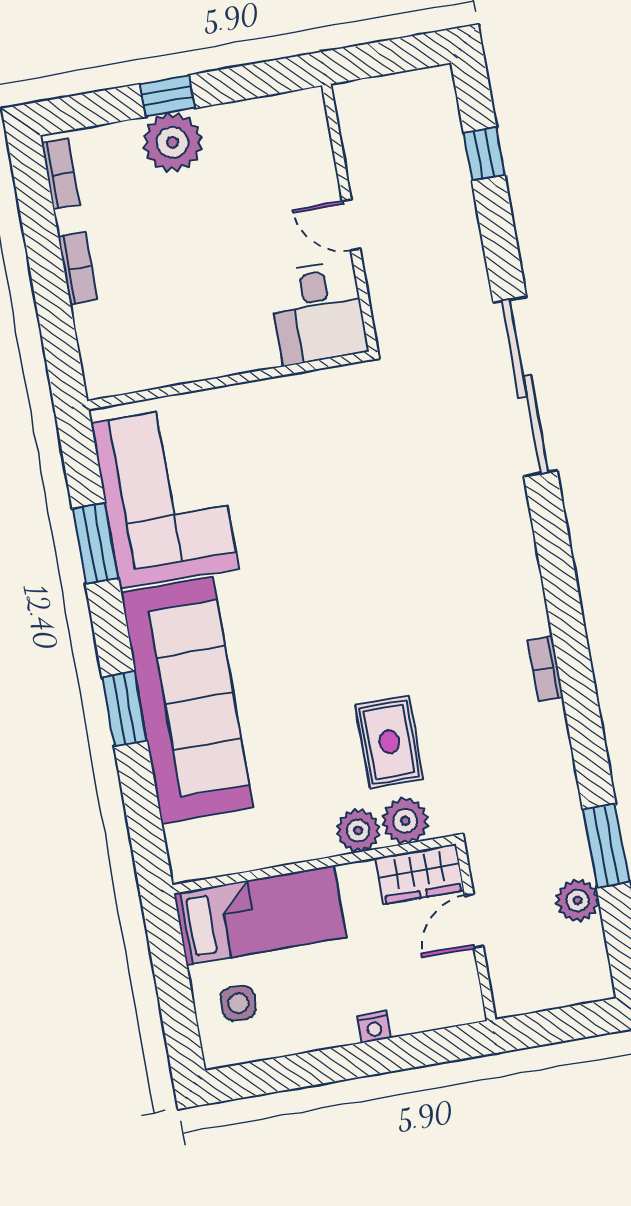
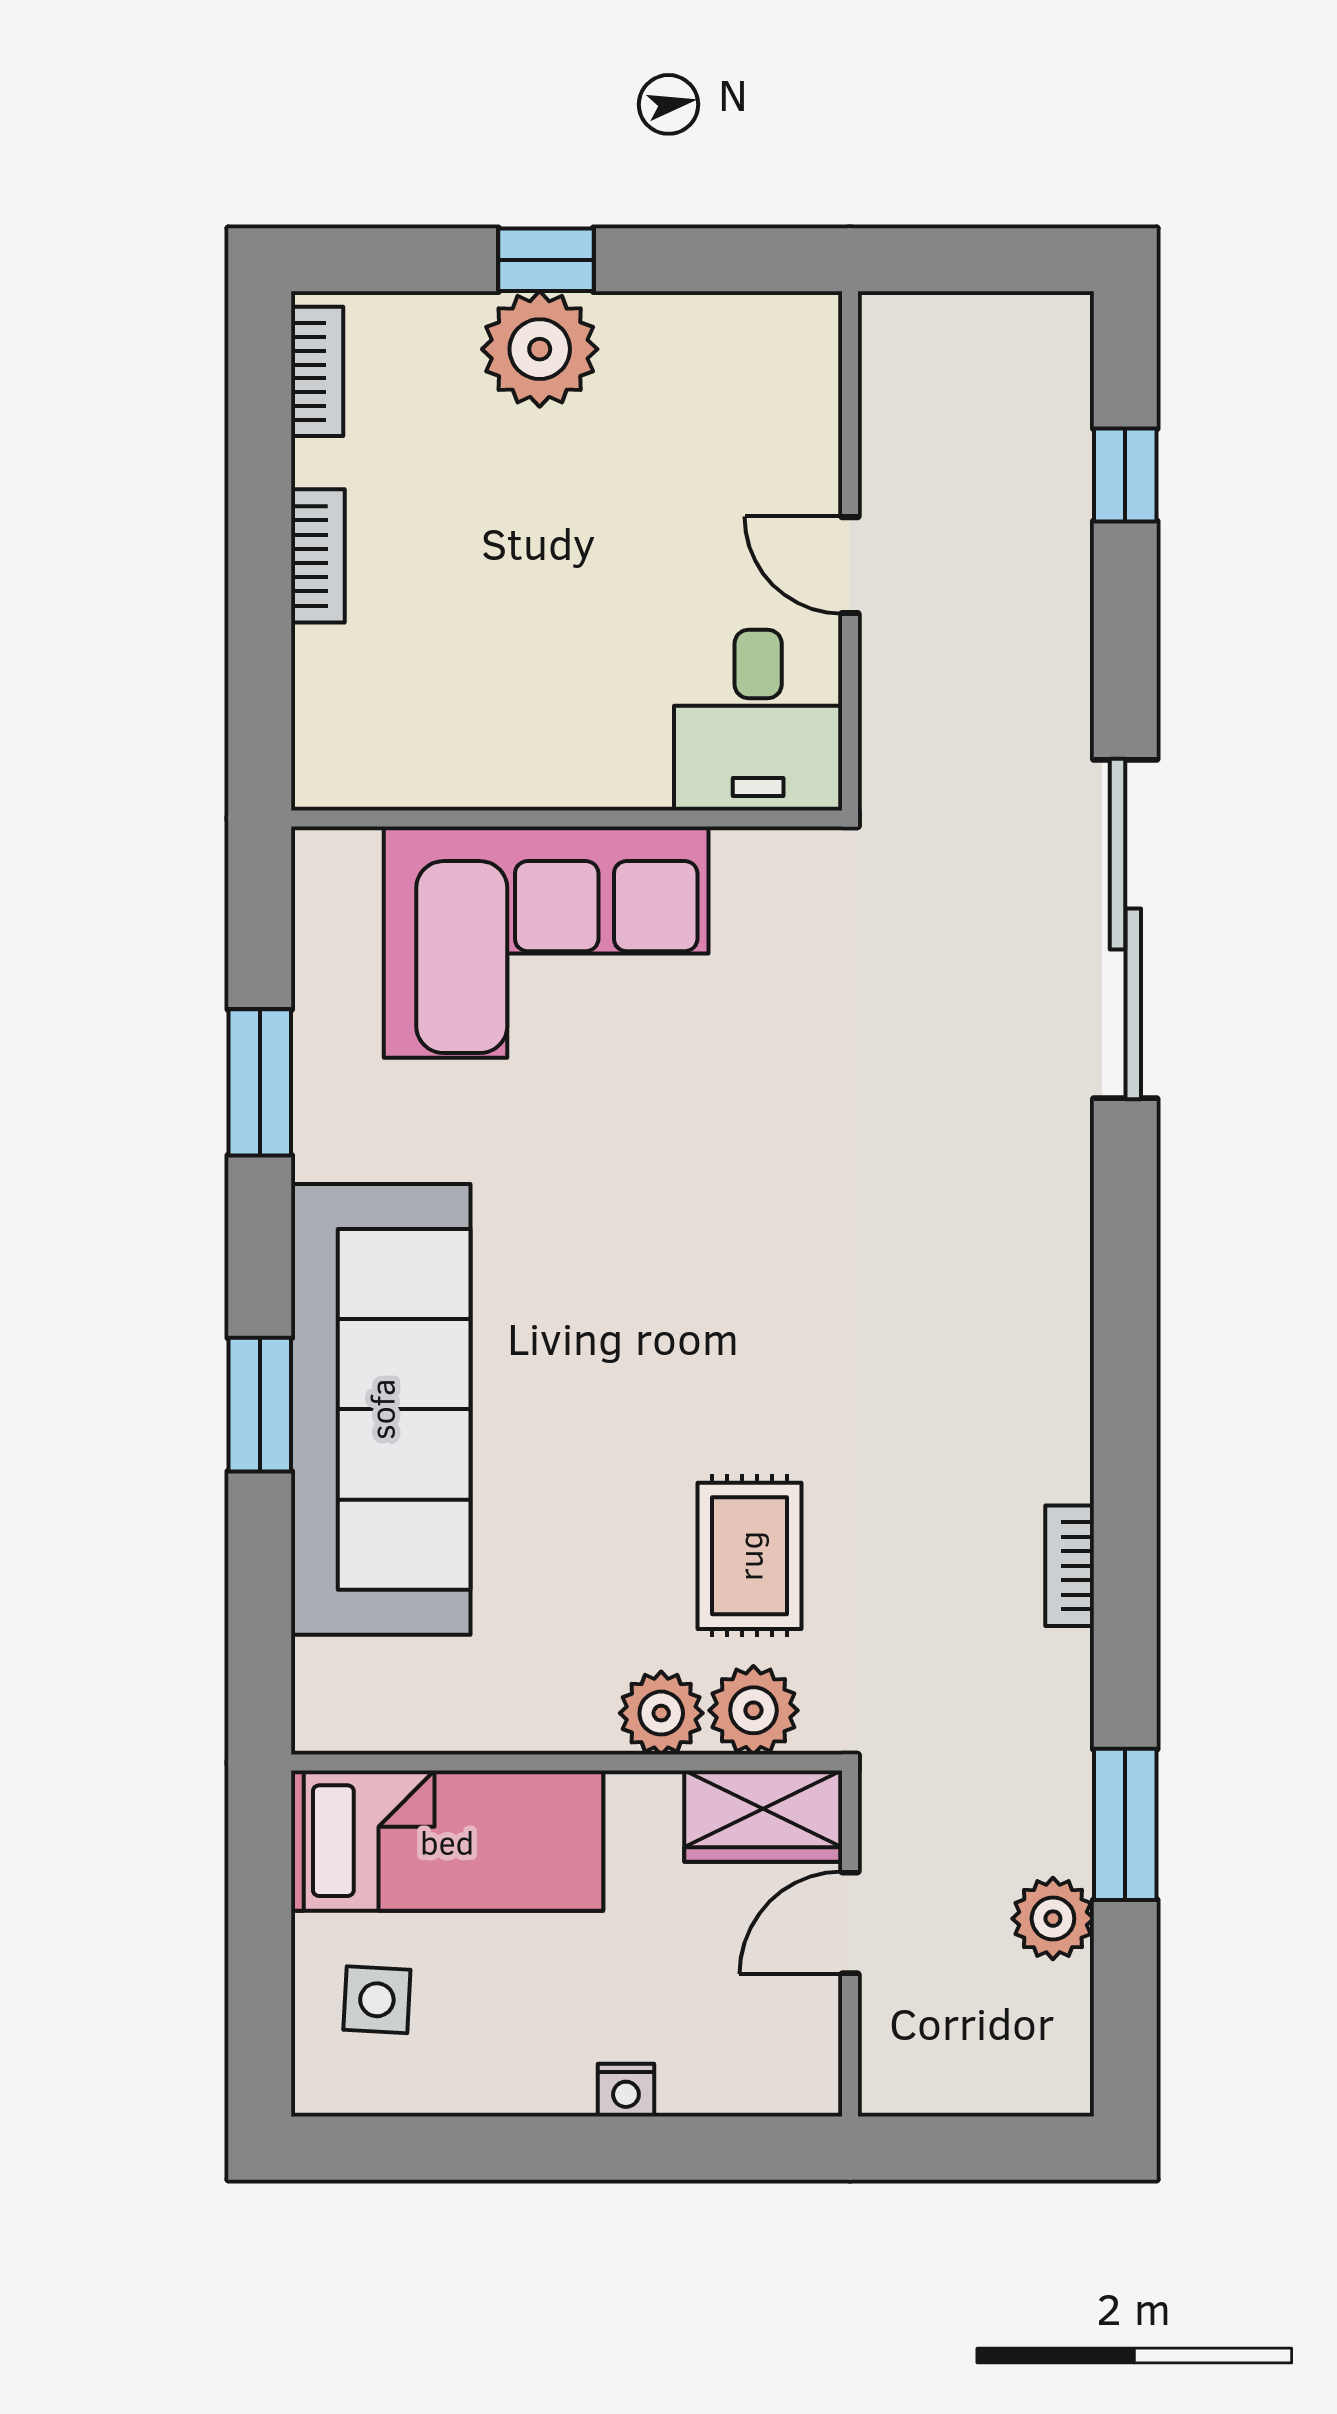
corner sofa: (165, 496) -> (546, 942), moved, turned 90
bookcase: (545, 669) -> (1070, 1566), moved

